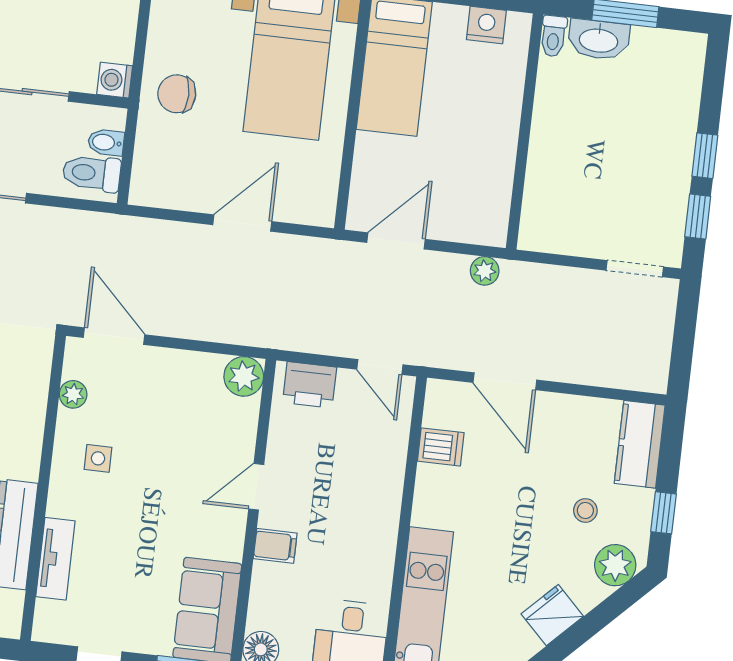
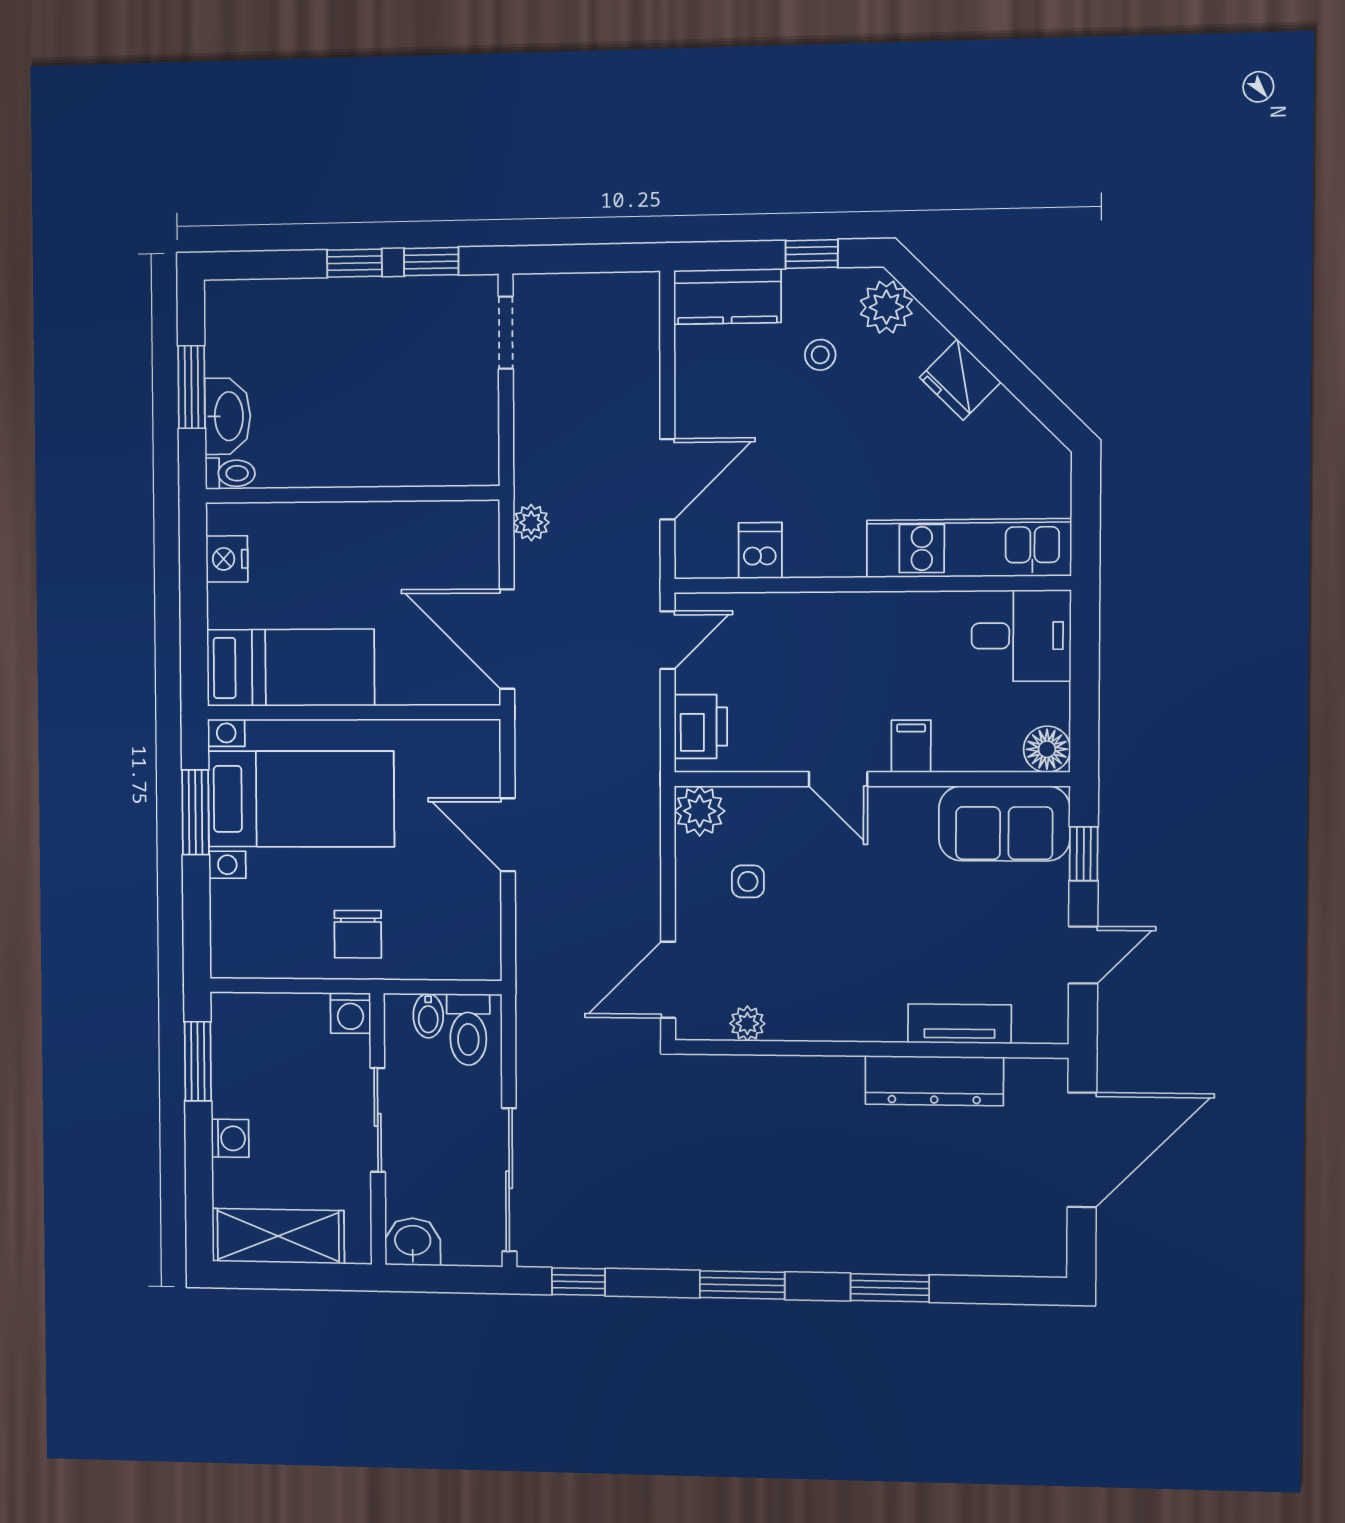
door: (396, 241) -> (507, 639), width x1.36
side table: (98, 458) -> (748, 881), moved

